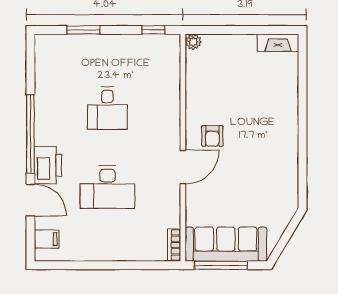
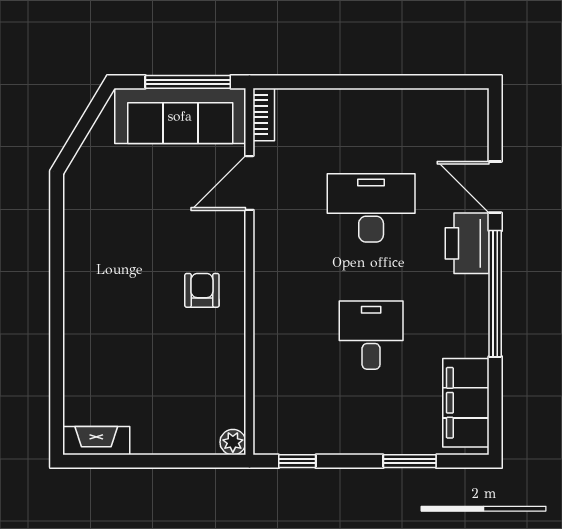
door: (183, 167) -> (249, 183), moved
filing cabinet: (47, 239) -> (466, 403), moved, width x3.00, depth x1.17

